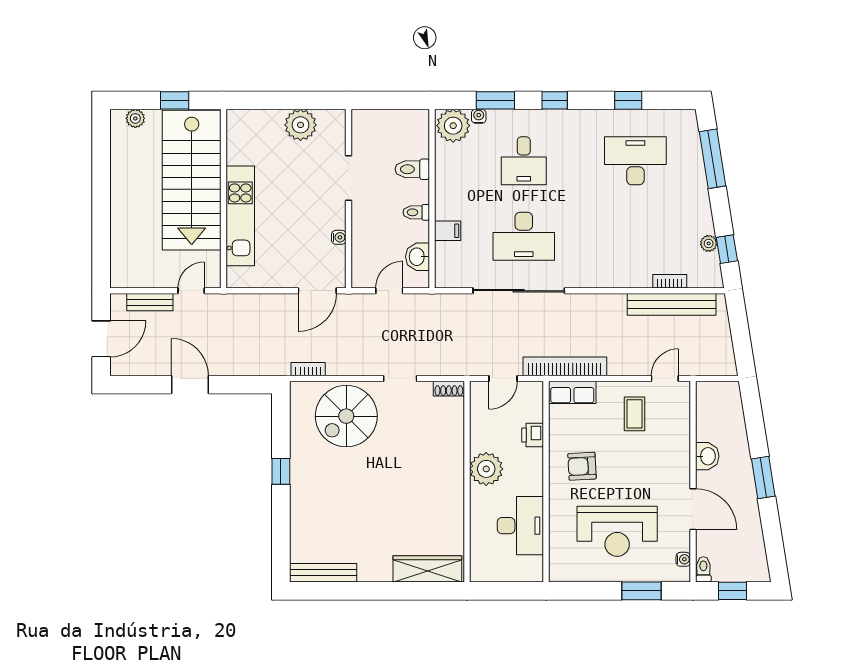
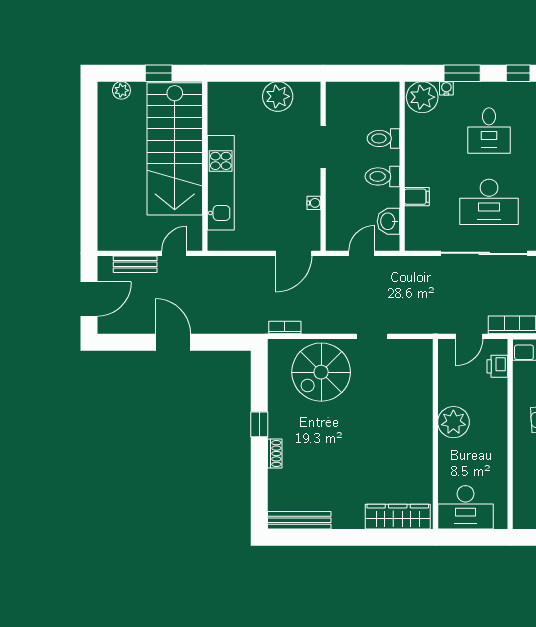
toilet: (416, 212) -> (382, 176), width x1.37, depth x1.39
shoe rack: (449, 389) -> (275, 454), moved, turned -90
printer: (533, 435) -> (497, 366), moved
desk: (520, 526) -> (466, 507), moved, turned 90

